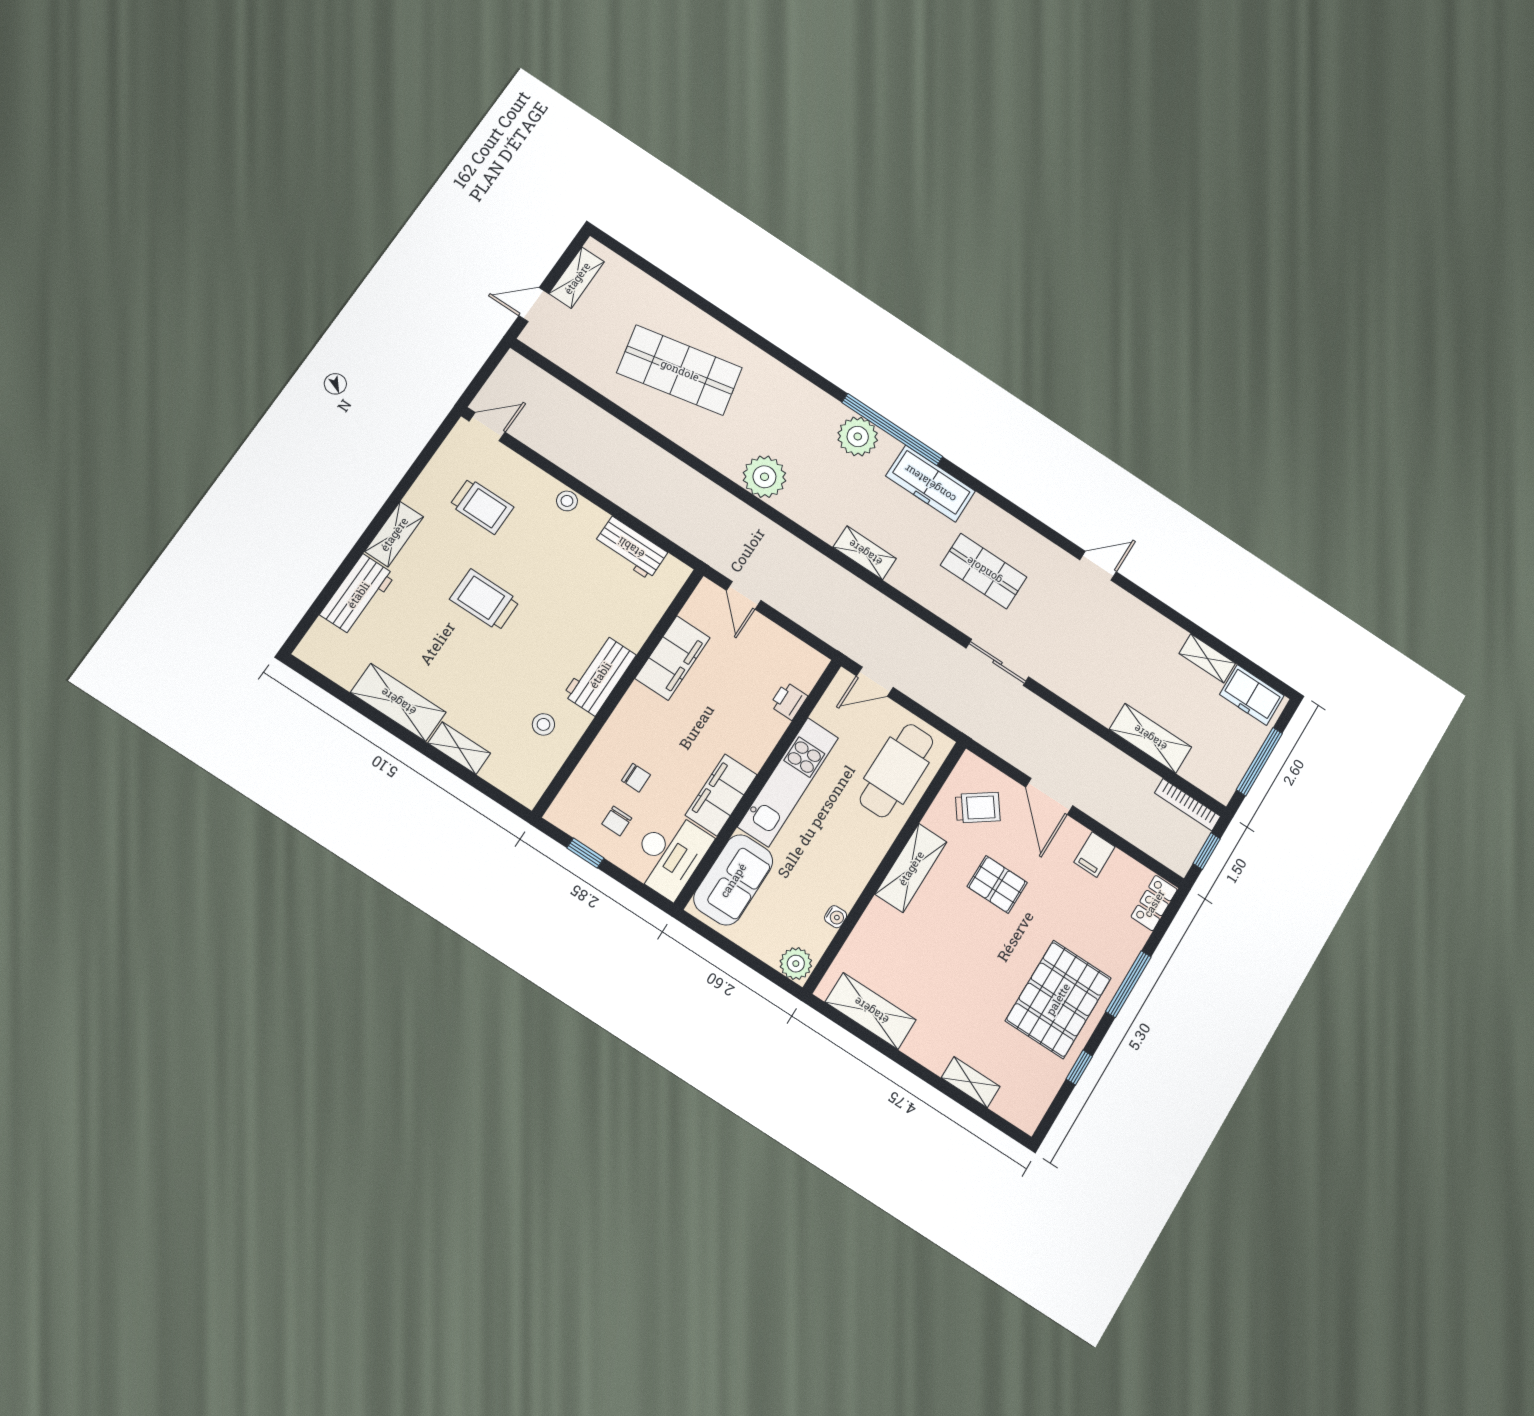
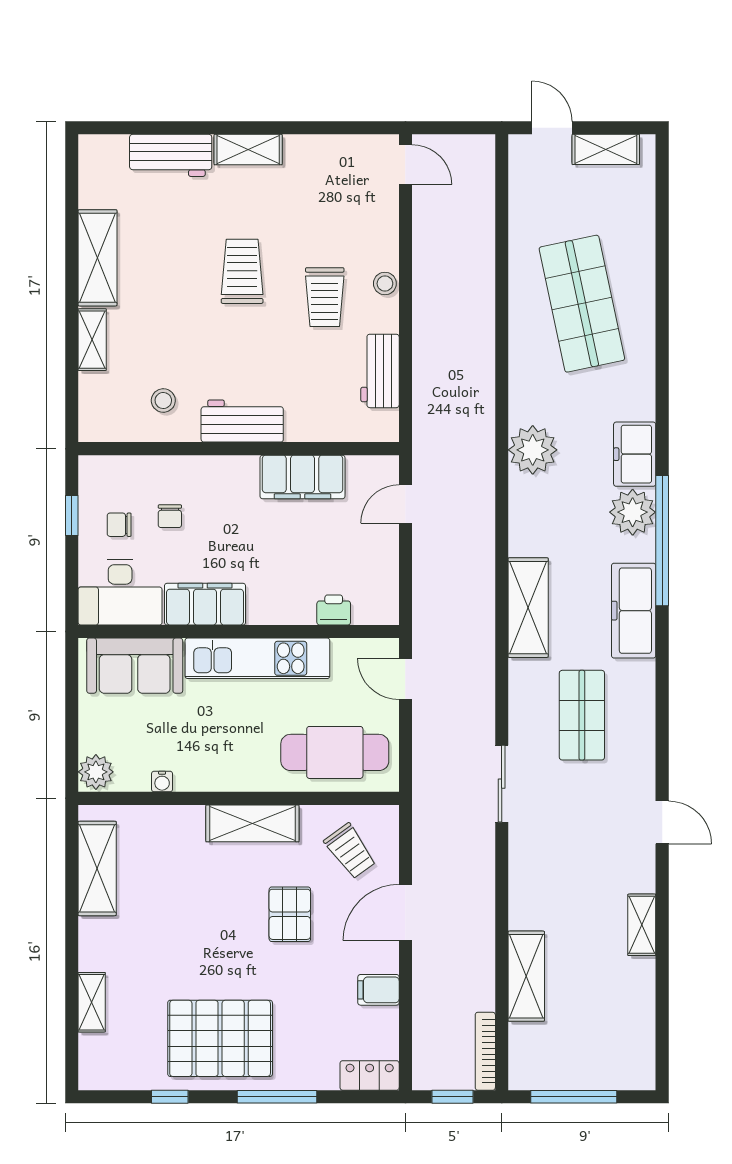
trolley: (482, 506) -> (325, 297), moved
shelving: (865, 553) -> (528, 608), width x1.50, depth x1.33
shelving: (1207, 658) -> (642, 925), moved
freezer: (1252, 695) -> (635, 454), moved

